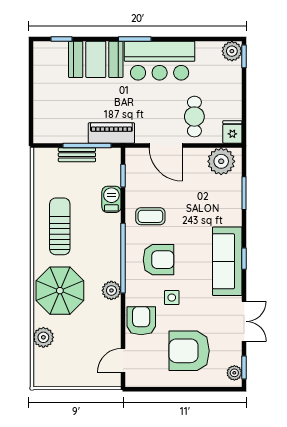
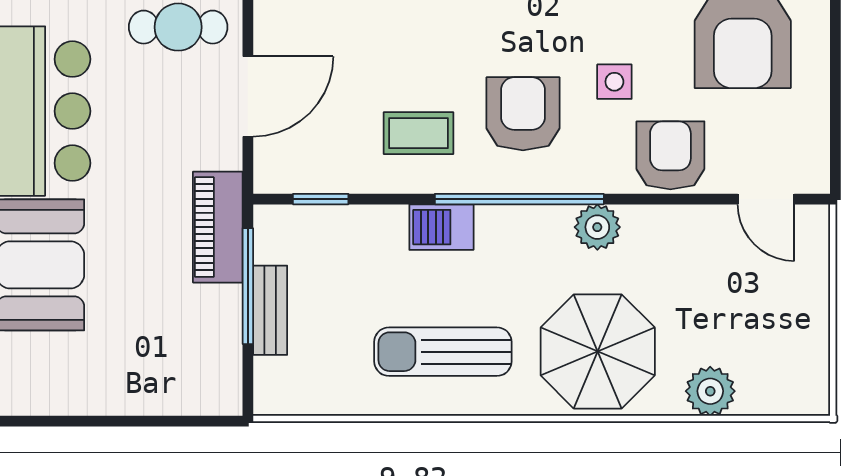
barbecue: (111, 199) -> (441, 227), moved
coffee table: (150, 216) -> (418, 133), turned 90
armchair: (141, 321) -> (670, 155), turned 90

